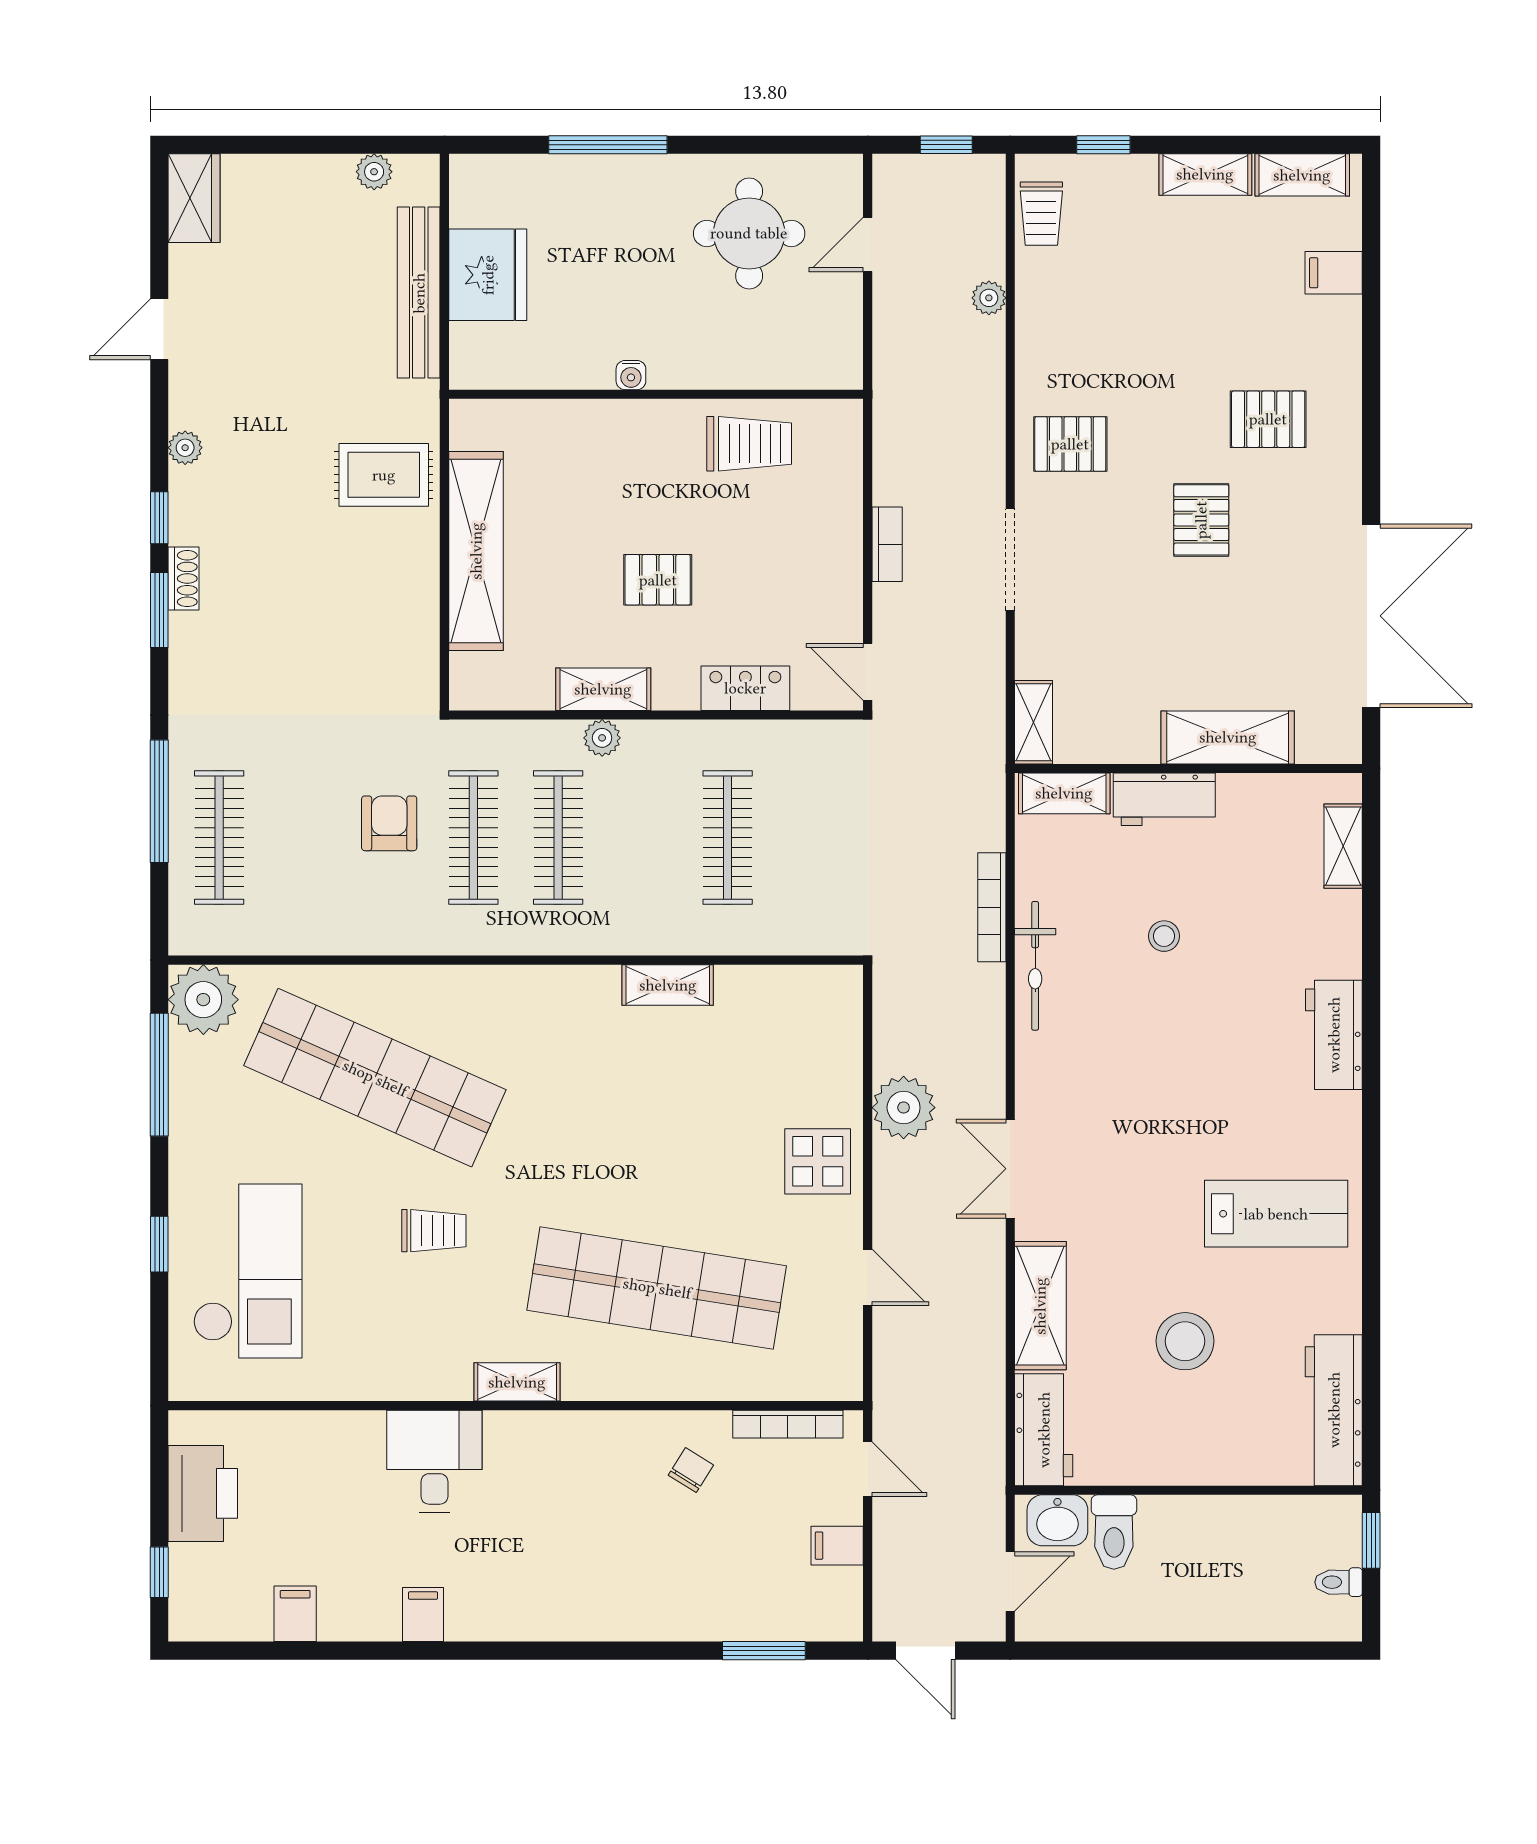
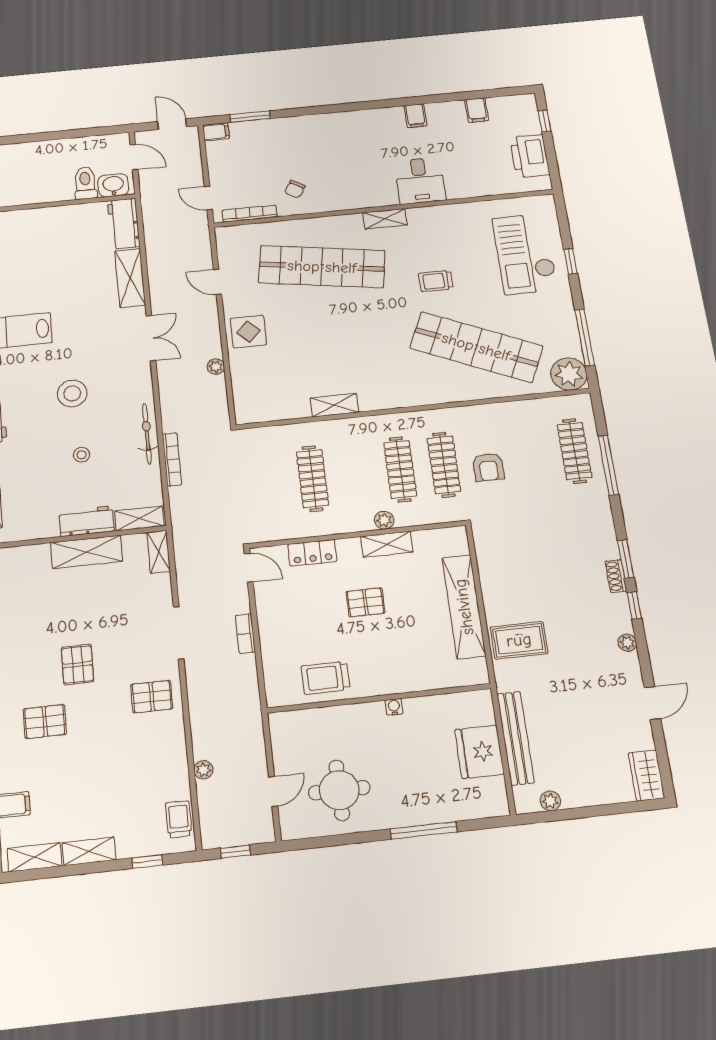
shelving: (1228, 737) -> (87, 552), moved
plant: (904, 1108) -> (216, 367), width x0.53, depth x0.53
stool: (1185, 1341) -> (72, 393), moved
filing cabinet: (837, 1546) -> (216, 132), moved
door: (1010, 1582) -> (134, 157), swing flipped

